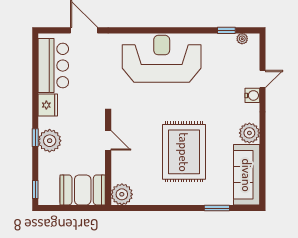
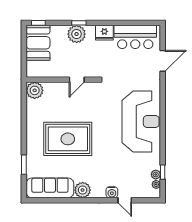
plant: (230, 39) -> (156, 175), added
booth: (83, 190) -> (38, 43), moved

